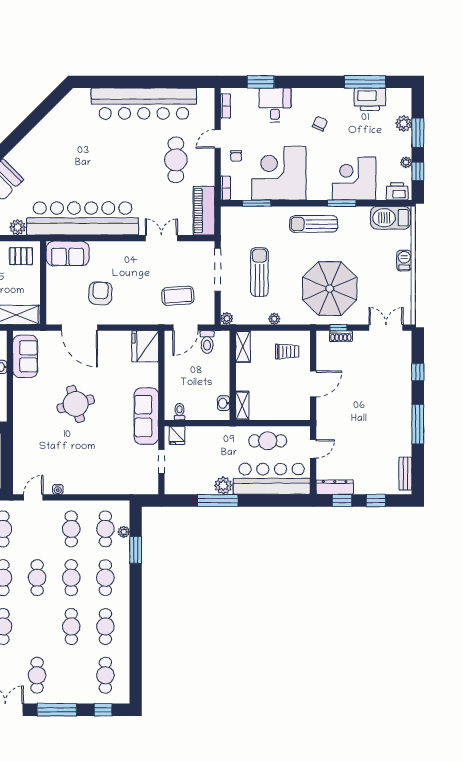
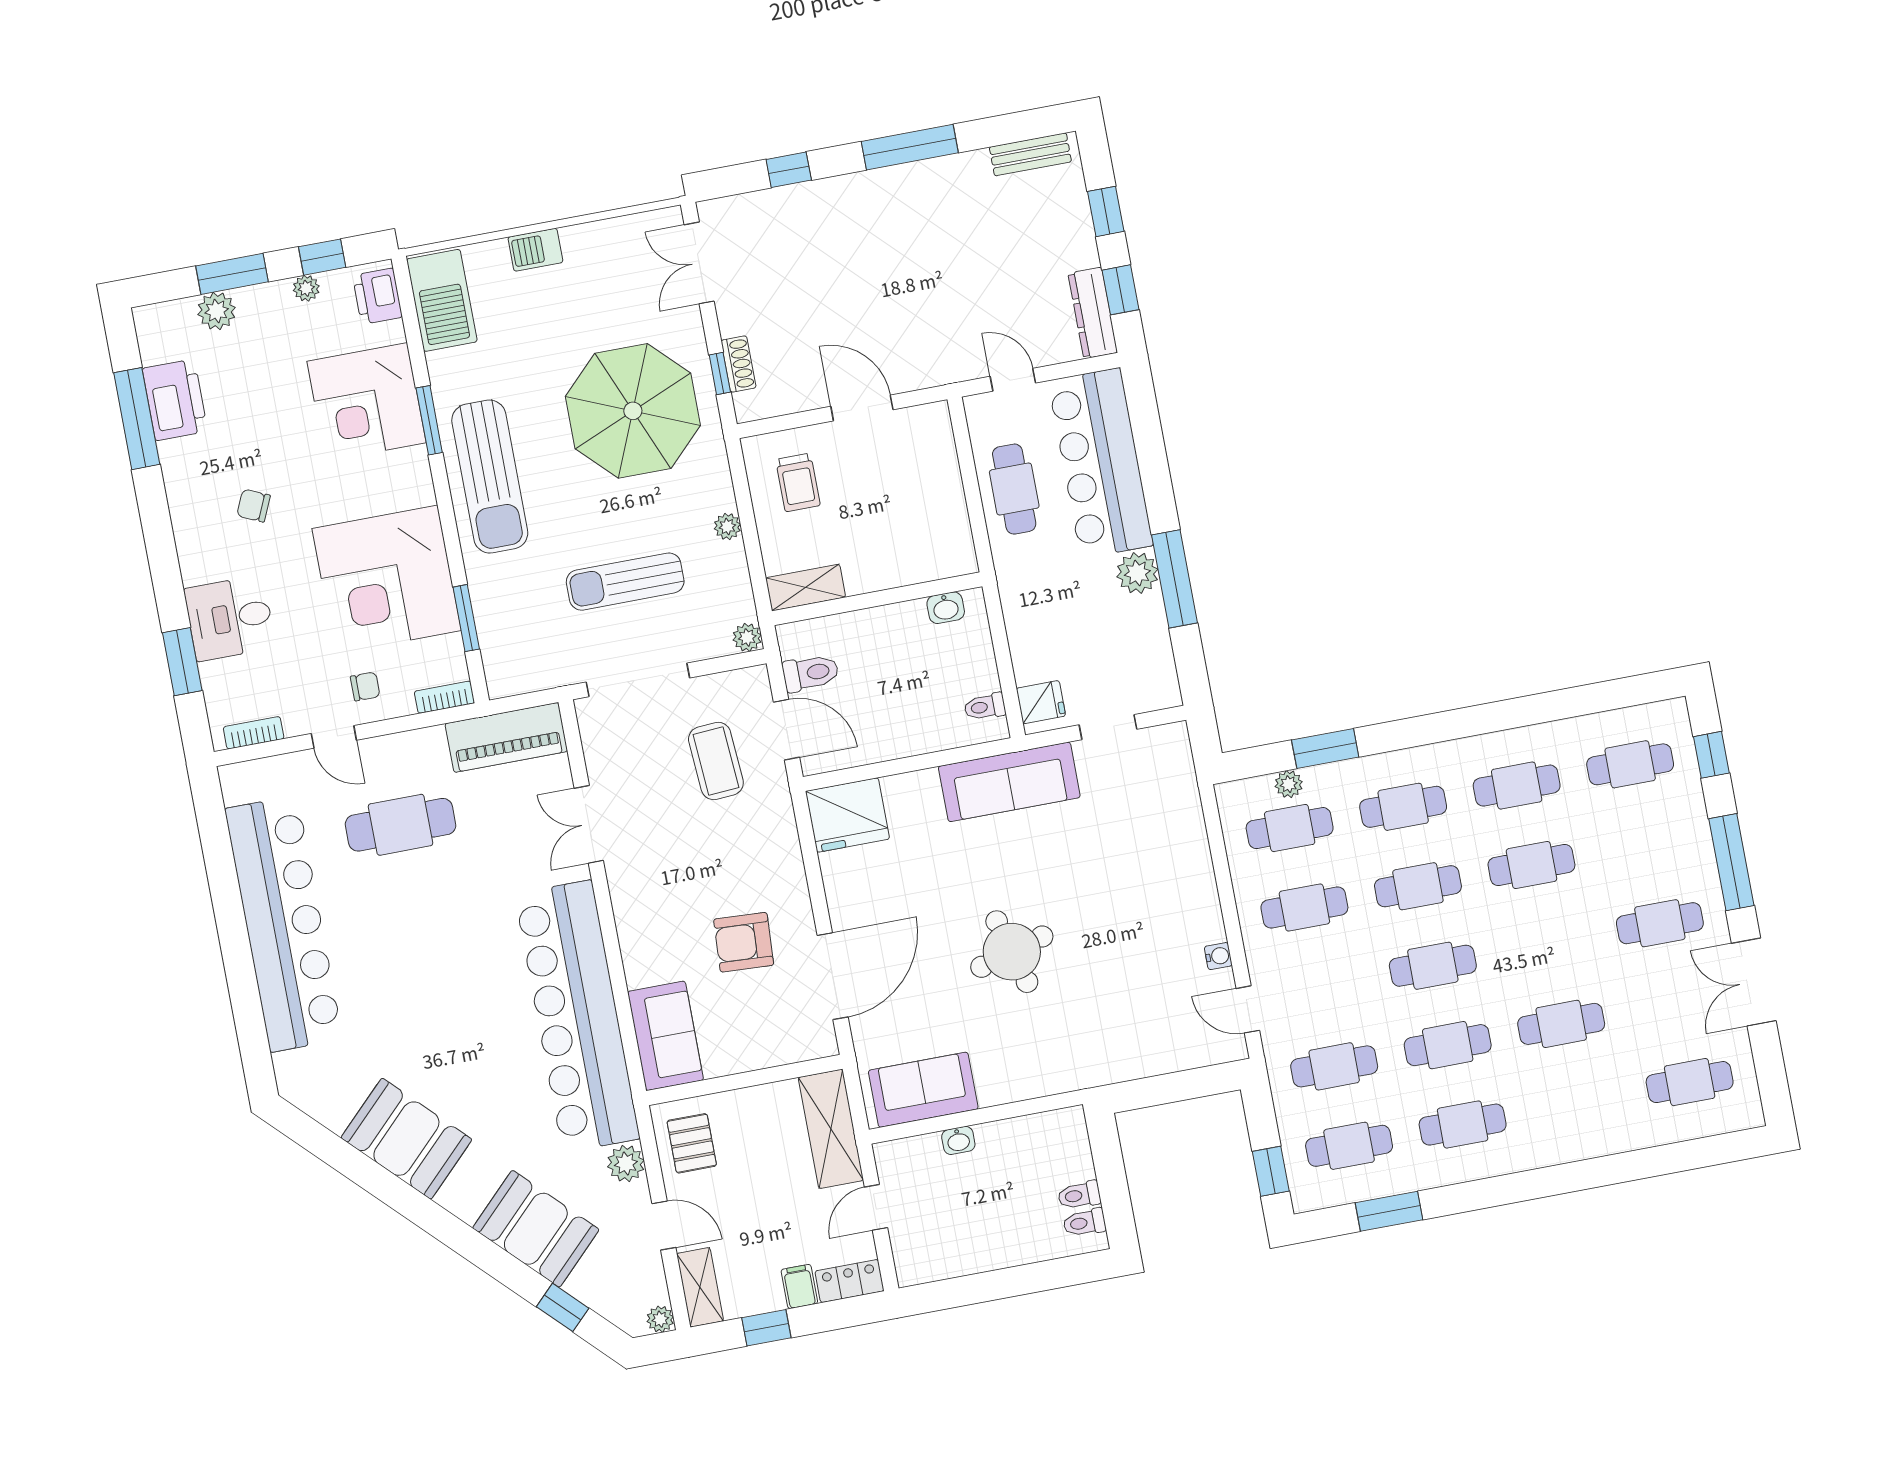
booth: (45, 138) -> (406, 1139), added
sun lounger: (314, 224) -> (490, 477), width x1.36, depth x1.34
trolley: (287, 352) -> (798, 482), turned 180
shelving: (242, 406) -> (943, 563), removed

